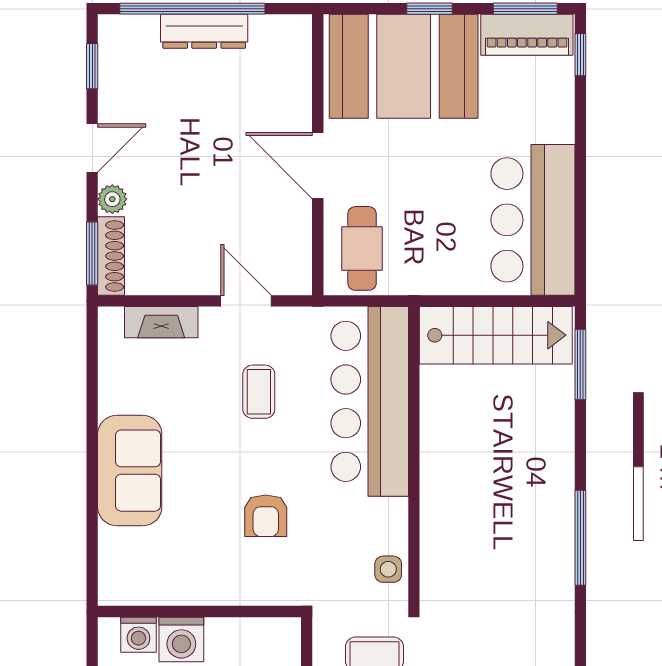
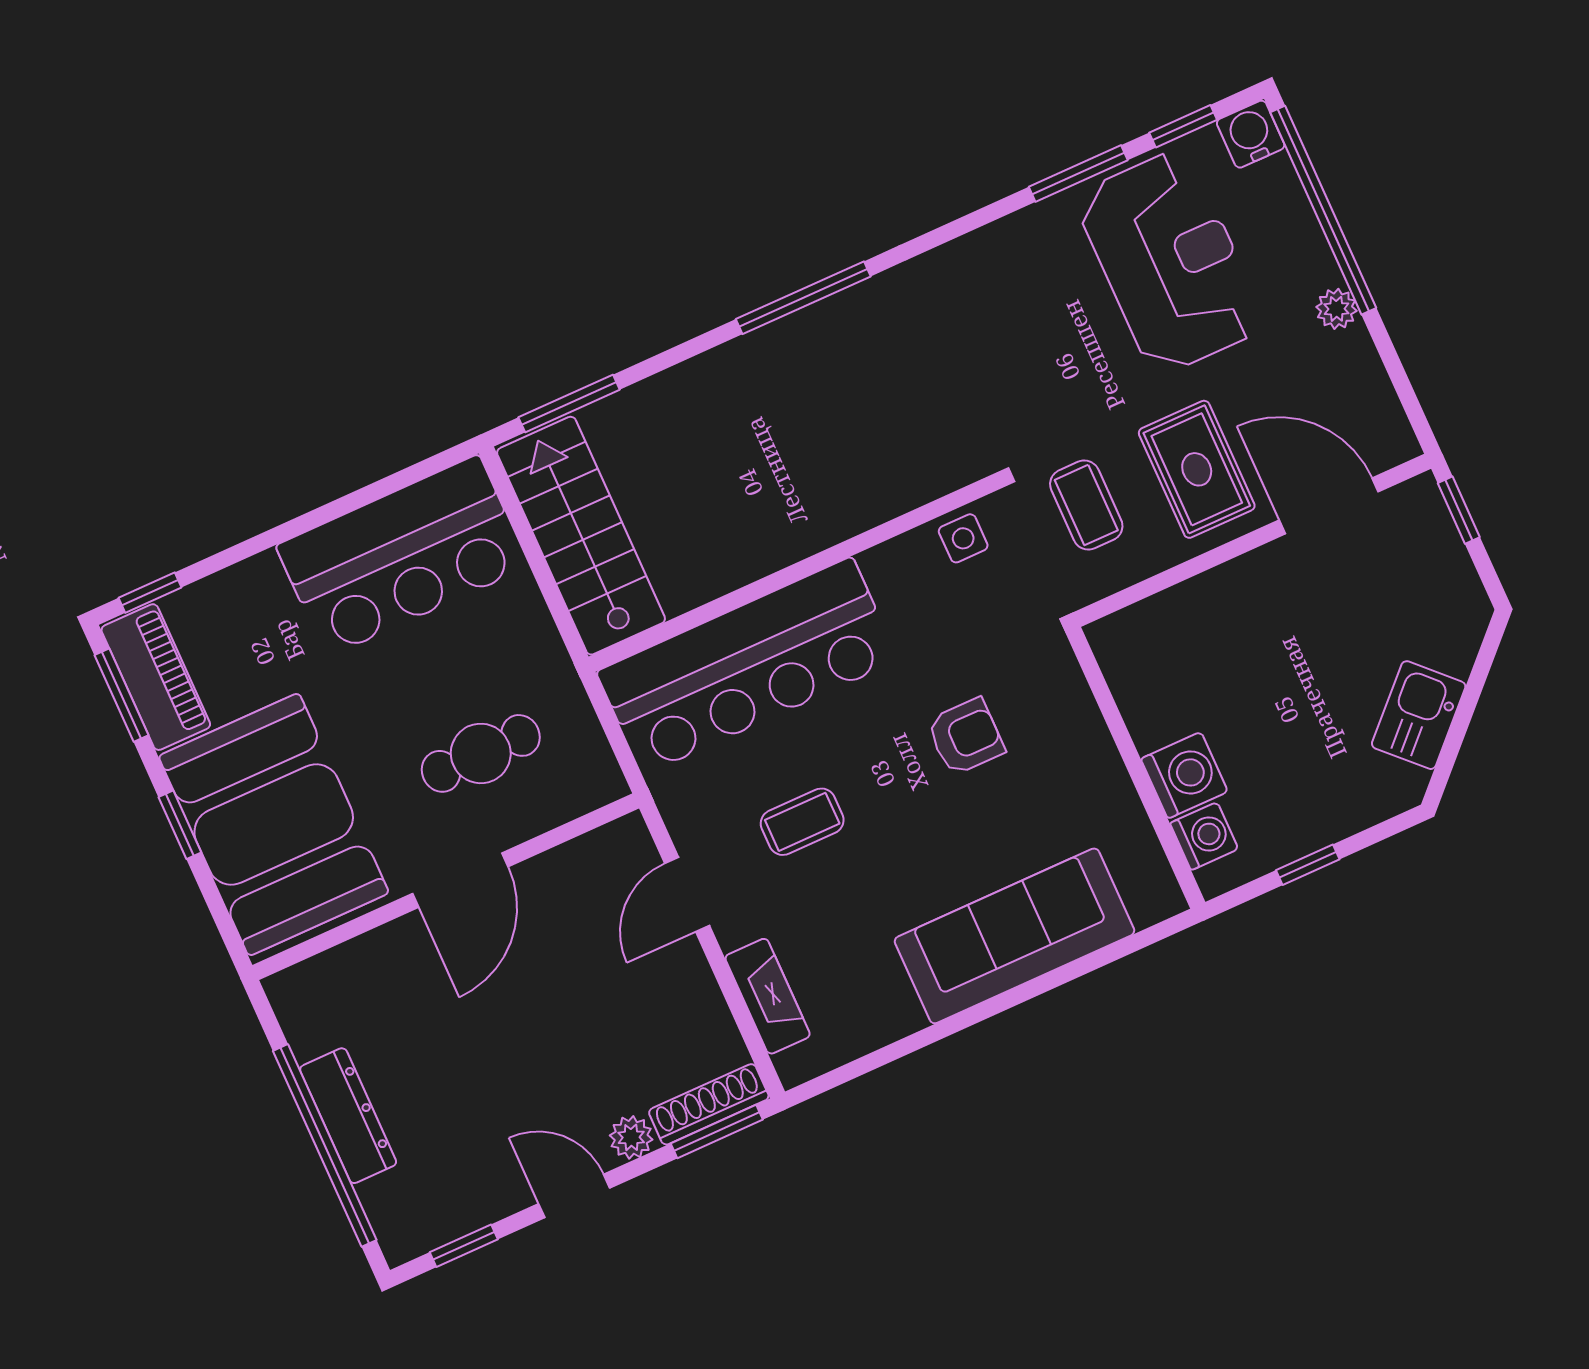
cafe table: (362, 248) -> (481, 753), moved
sofa: (130, 471) -> (1014, 936), width x1.36

